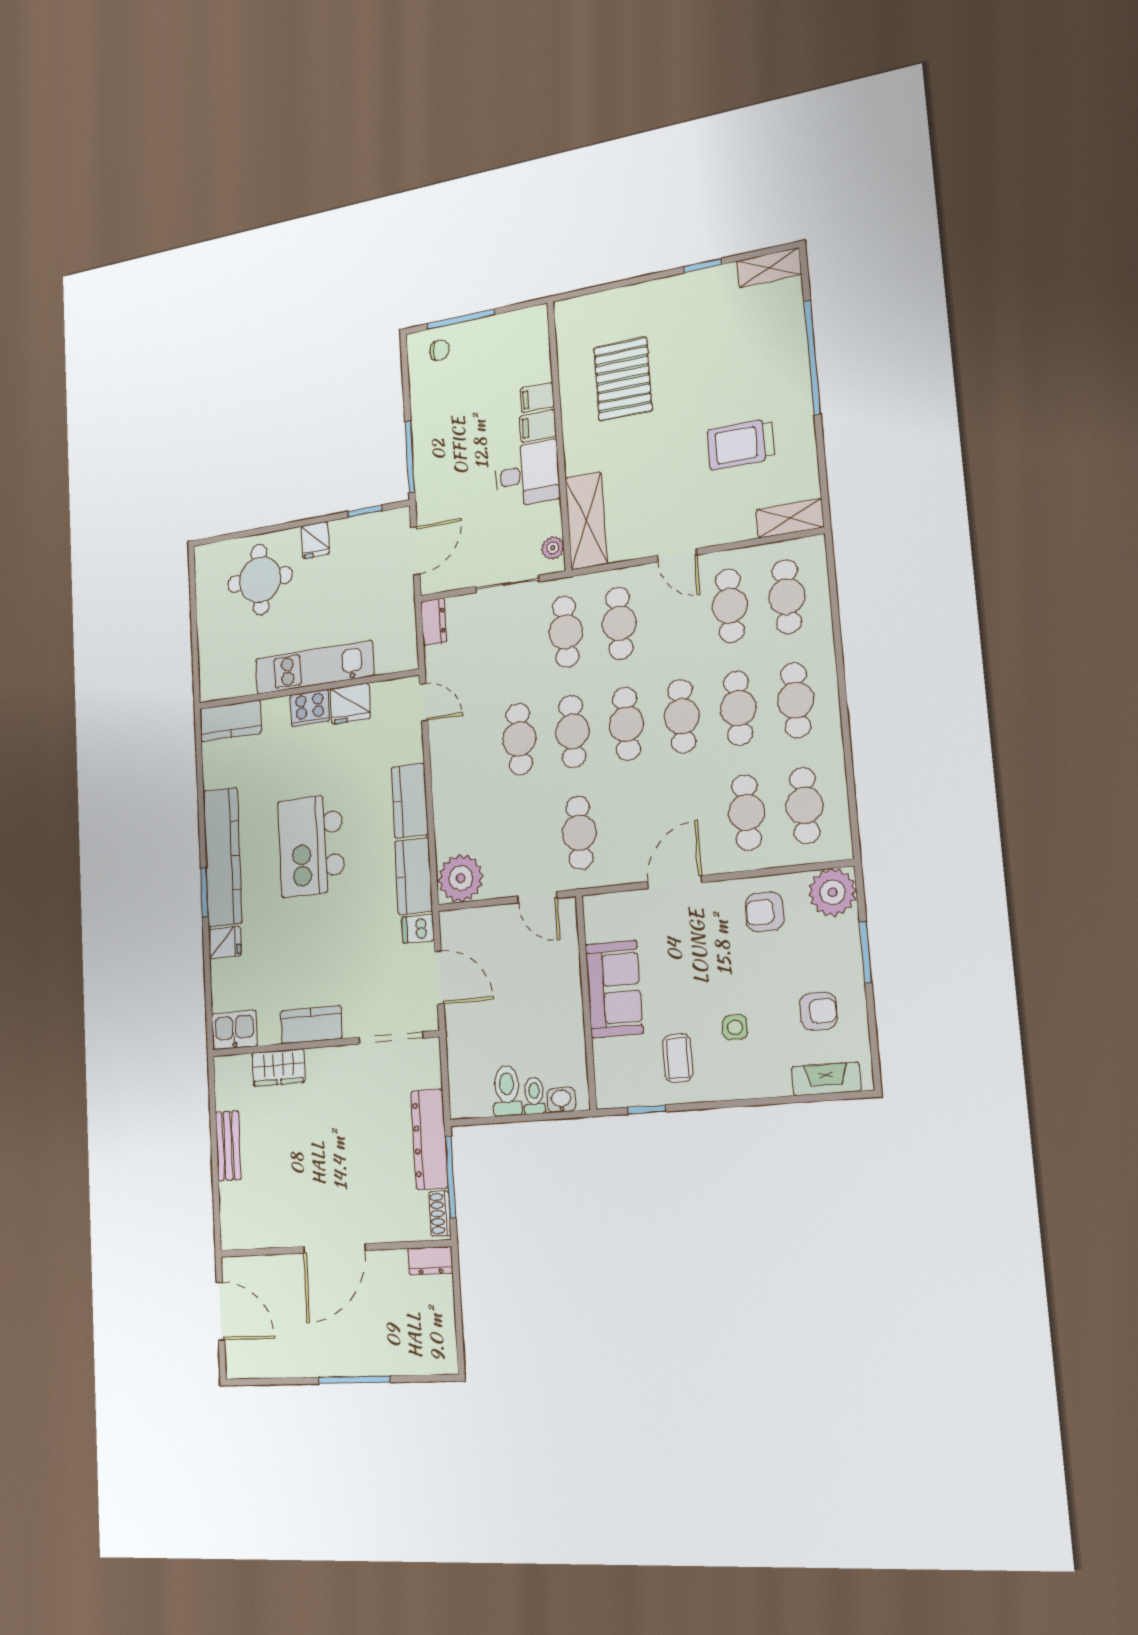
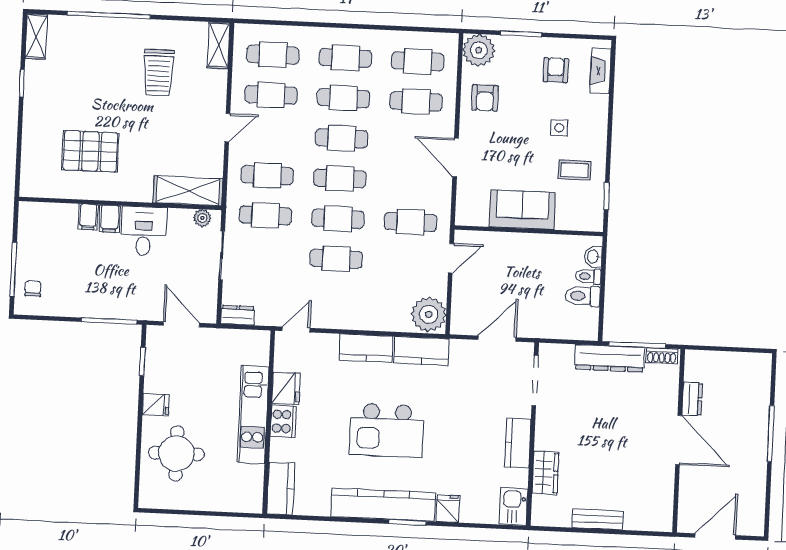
dishwasher: (418, 929) -> (460, 351), removed
dresser: (430, 1261) -> (692, 399), moved

